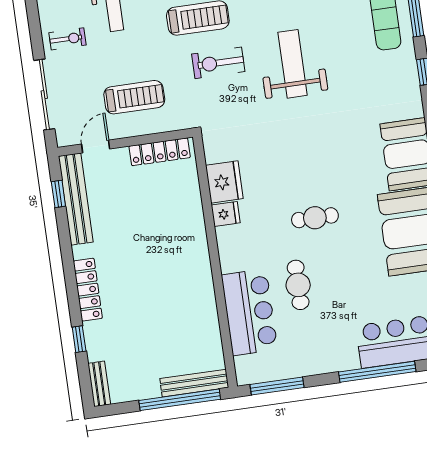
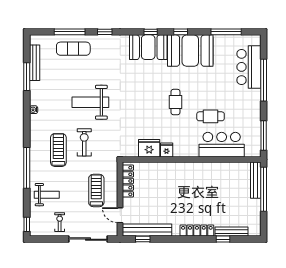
exercise bike: (218, 63) -> (84, 142), turned 180
bench: (99, 384) -> (231, 232), moved, width x1.36

